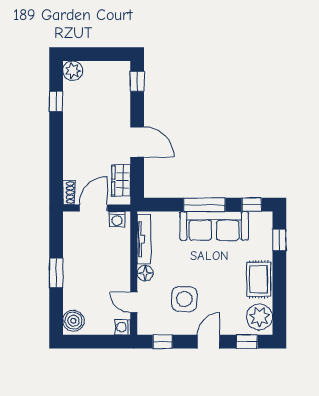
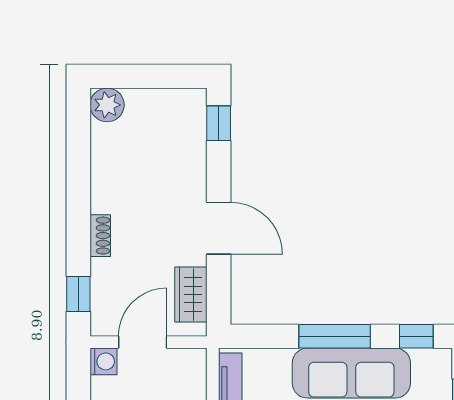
window: (56, 101) -> (78, 294), moved
shoe rack: (69, 193) -> (100, 236), moved
washing machine: (117, 219) -> (104, 361), moved, turned -90

